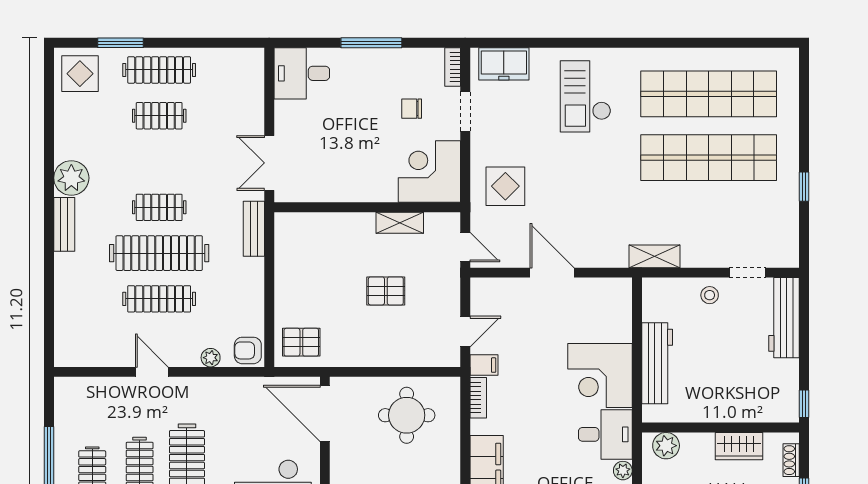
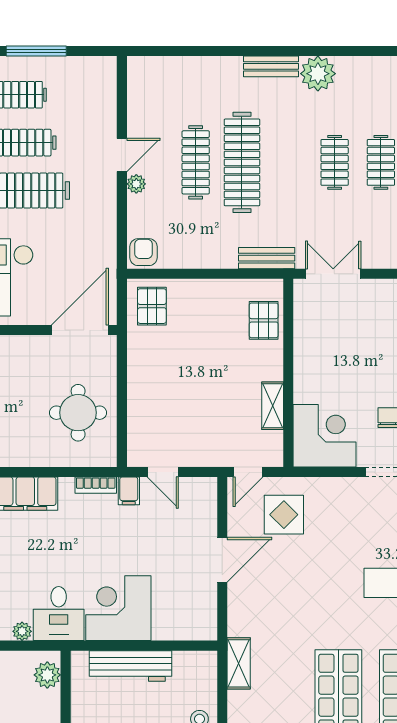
display table: (505, 186) -> (284, 515), moved
clothes rail: (159, 207) -> (335, 162), moved
pallet: (386, 291) -> (264, 320), moved
plant: (211, 358) -> (136, 184), moved

